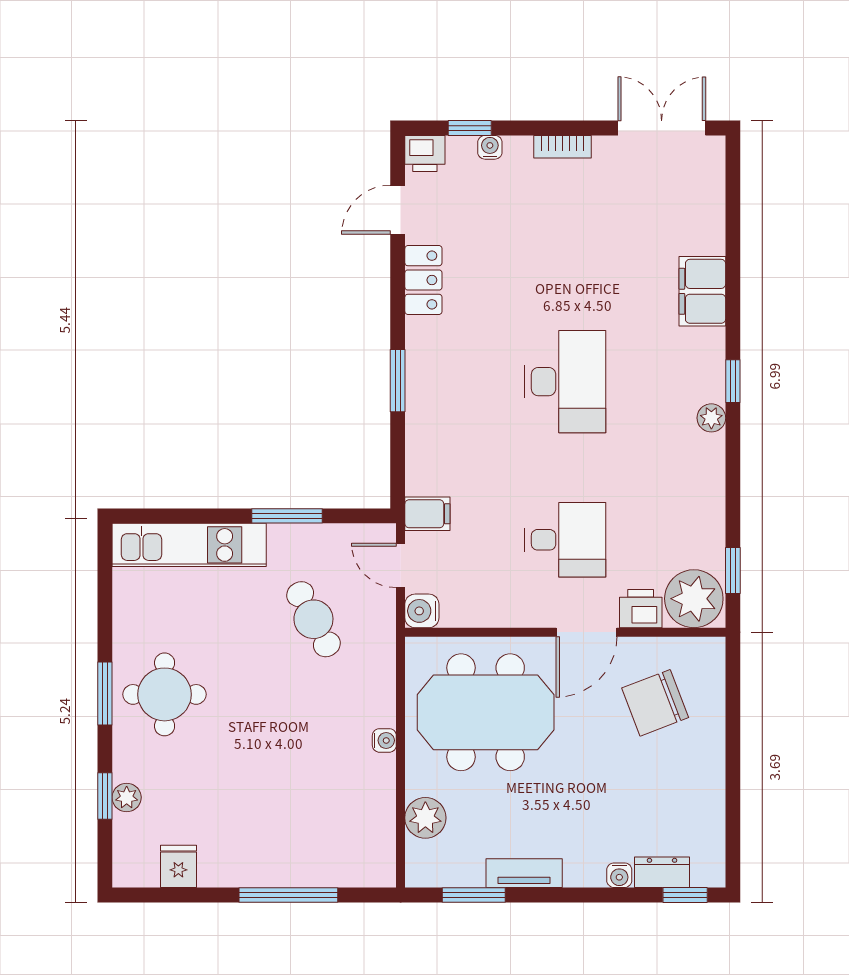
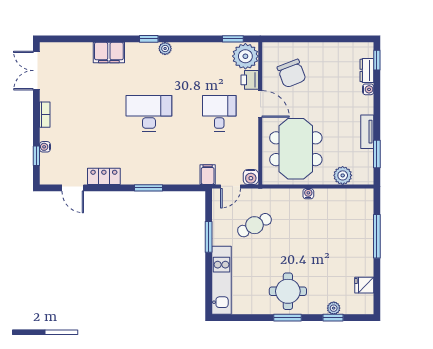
printer: (425, 153) -> (48, 176), removed

